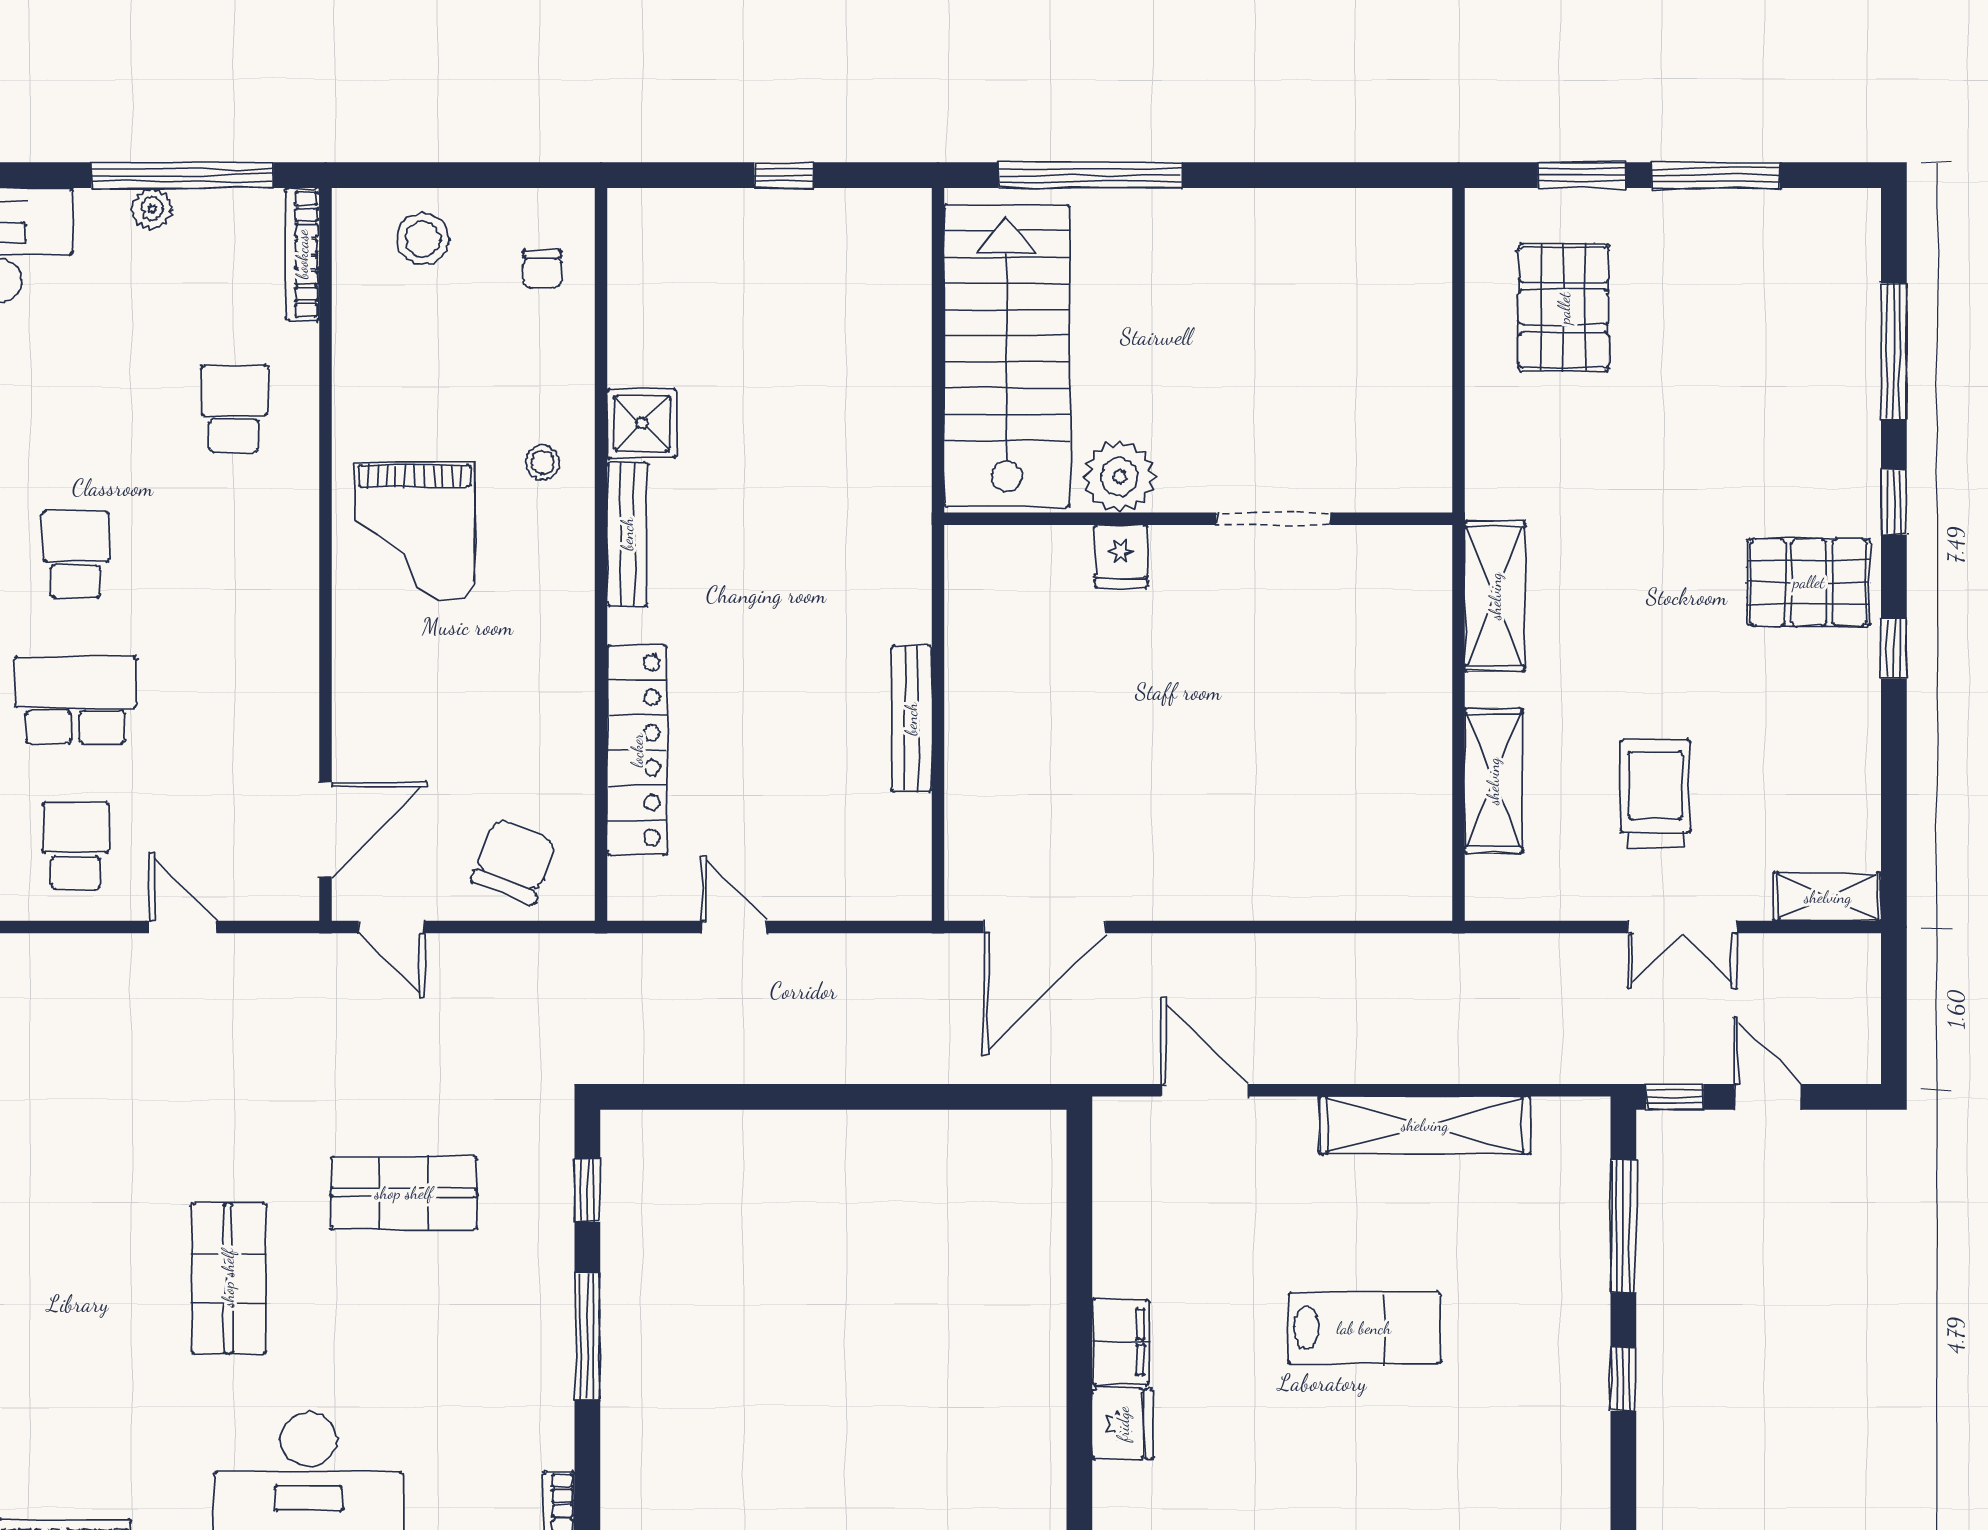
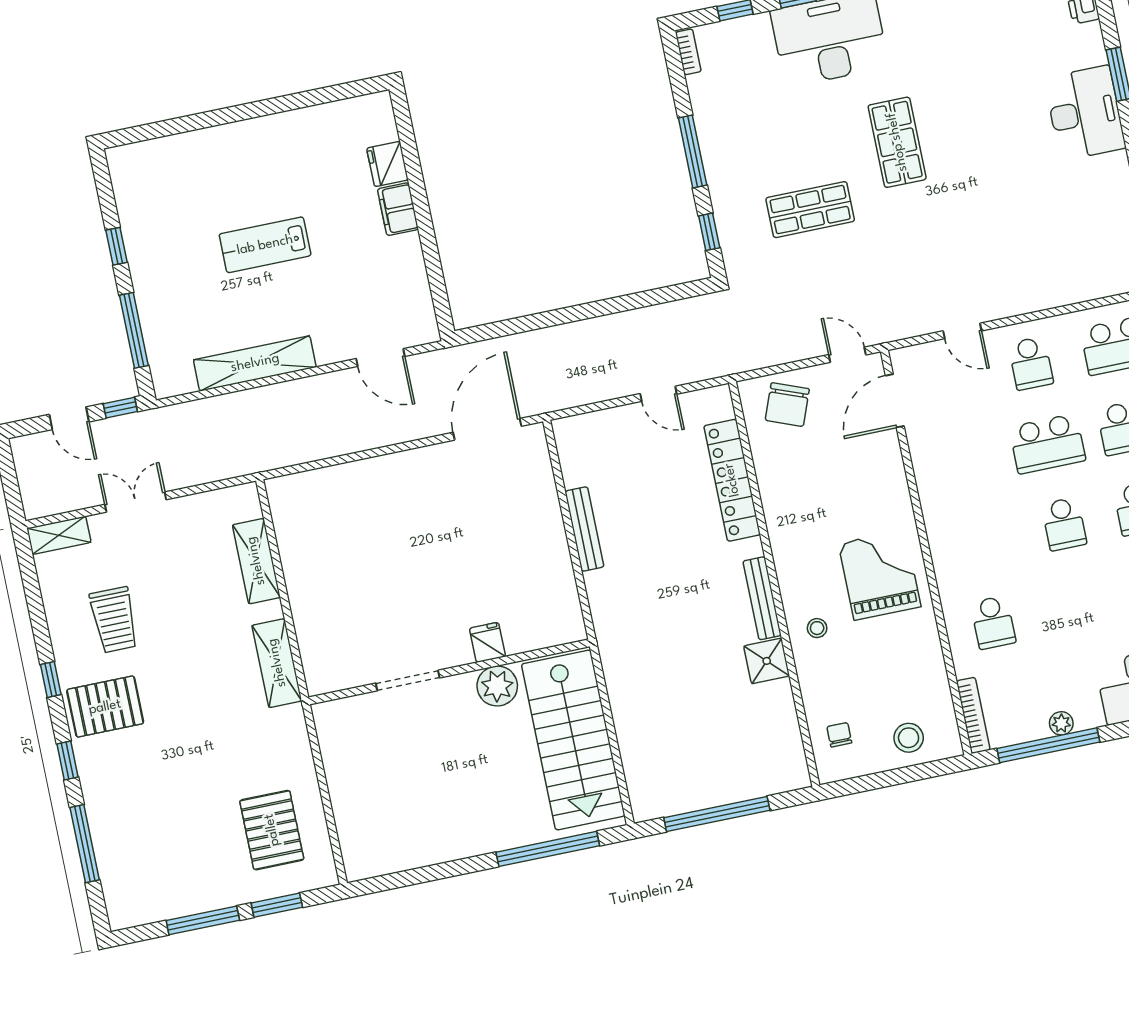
window: (784, 175) -> (717, 814), width x3.17
trolley: (1655, 793) -> (114, 620), moved

